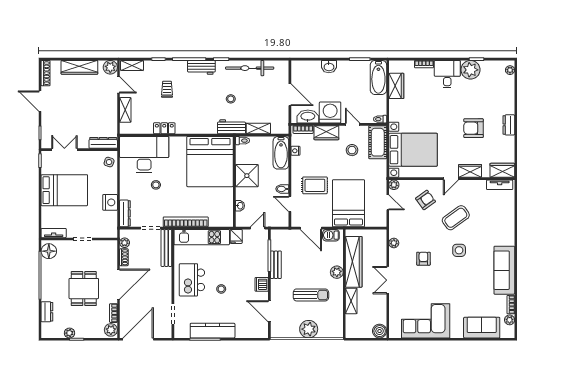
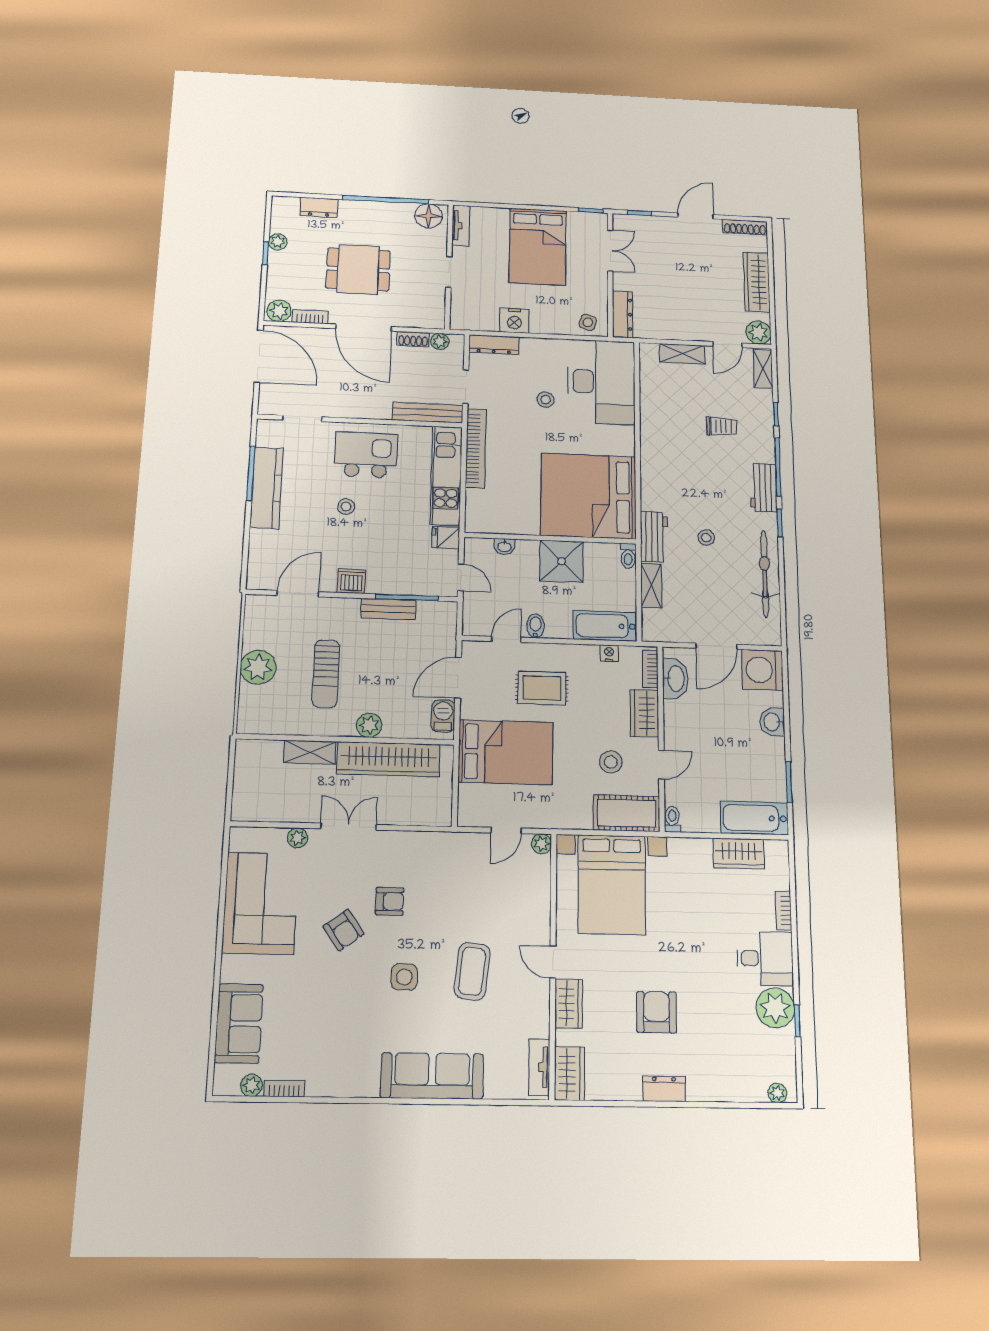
washing machine: (330, 112) -> (762, 670), moved, turned 180
locker: (164, 128) -> (650, 418), removed
rug: (315, 185) -> (542, 688), turned 90
armchair: (425, 200) -> (344, 930), moved
coffee table: (456, 218) -> (472, 971), turned 42
plant: (394, 243) -> (297, 838), moved
sofa: (504, 270) -> (432, 1076), moved
boiler: (380, 331) -> (245, 807), removed

